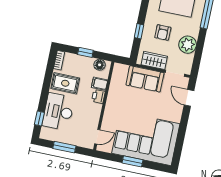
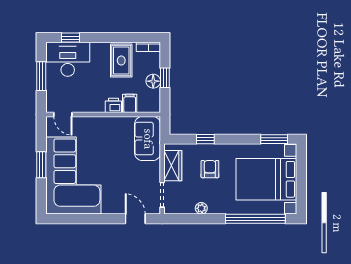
armchair: (163, 33) -> (210, 169), turned 90
plant: (188, 45) -> (201, 208), width x0.53, depth x0.53
floor lamp: (100, 65) -> (153, 81), moved
sofa: (145, 79) -> (148, 139), moved
door: (189, 98) -> (135, 219), hinge flipped
desk: (58, 112) -> (68, 59), moved

